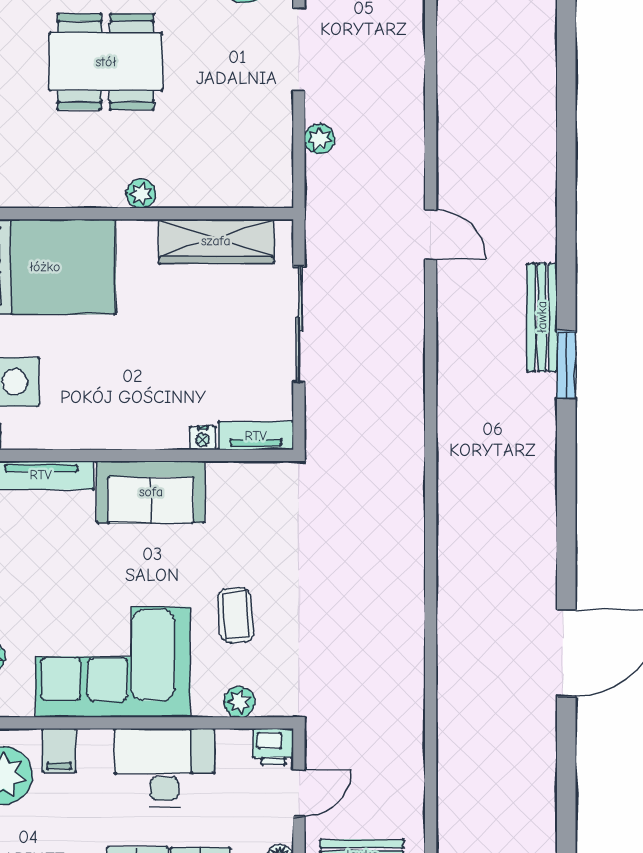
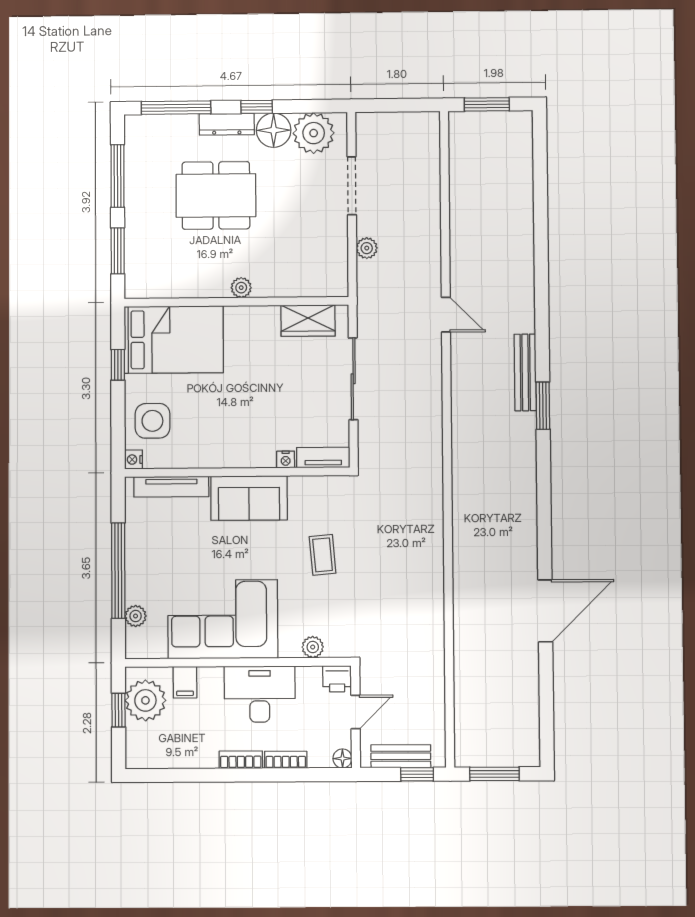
wardrobe: (216, 241) -> (308, 321), width x0.67
coffee table: (236, 615) -> (323, 555), moved

